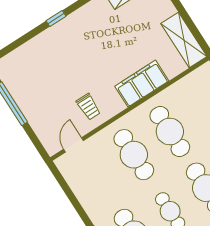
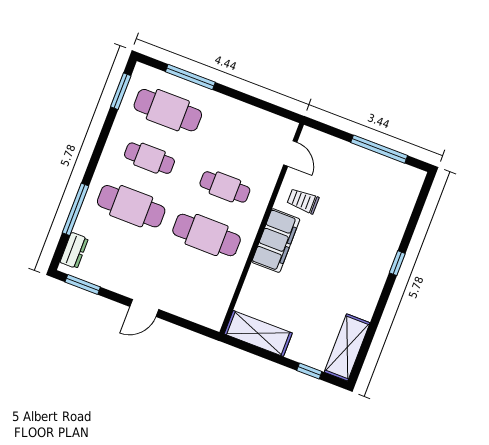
filing cabinet: (142, 84) -> (276, 241), moved
cafe table: (134, 155) -> (225, 187), width x0.73, depth x0.74

